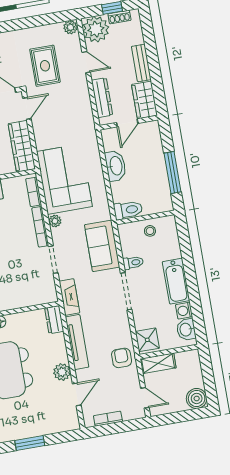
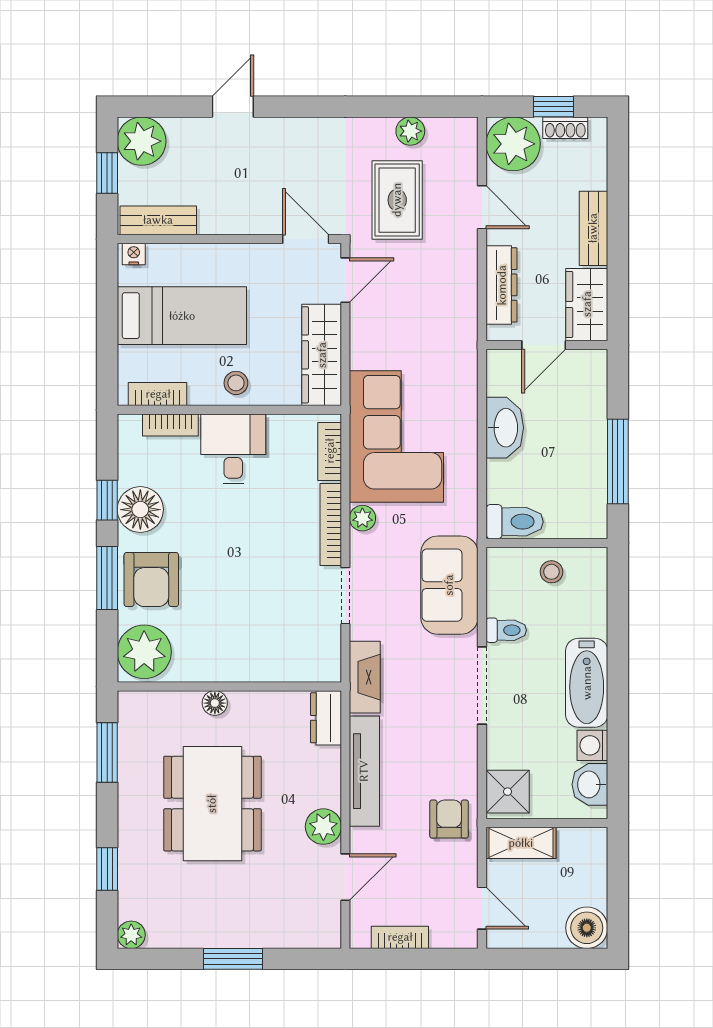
plant: (70, 27) -> (410, 131), moved

